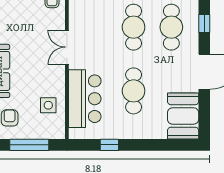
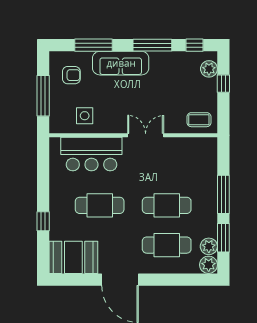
window: (204, 24) -> (170, 280), removed
window: (109, 145) -> (43, 221), moved

